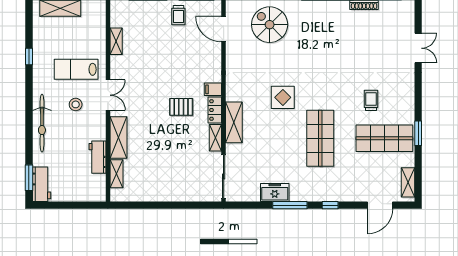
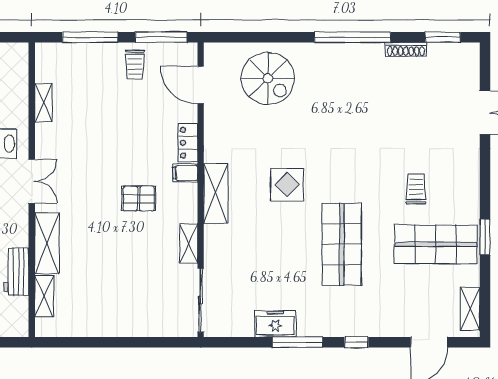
spiral stairs: (270, 25) -> (268, 78), turned 180
locker: (215, 110) -> (188, 143), moved
shelving: (234, 122) -> (216, 193), moved

